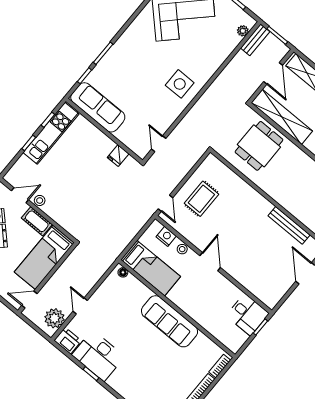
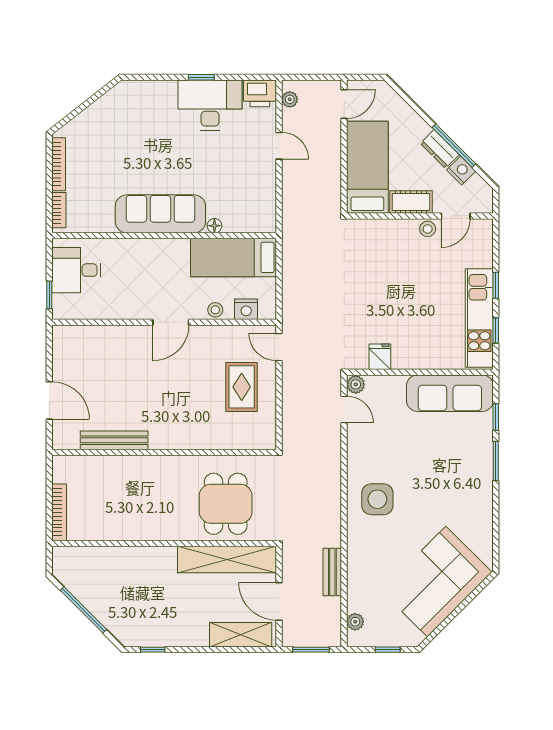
bench: (255, 40) -> (332, 572), moved
plant: (142, 152) -> (356, 384), added
door: (210, 262) -> (171, 322), hinge flipped
floor lamp: (123, 272) -> (214, 226), moved
desk: (248, 314) -> (76, 270), moved
plant: (54, 318) -> (290, 99), width x0.53, depth x0.53

